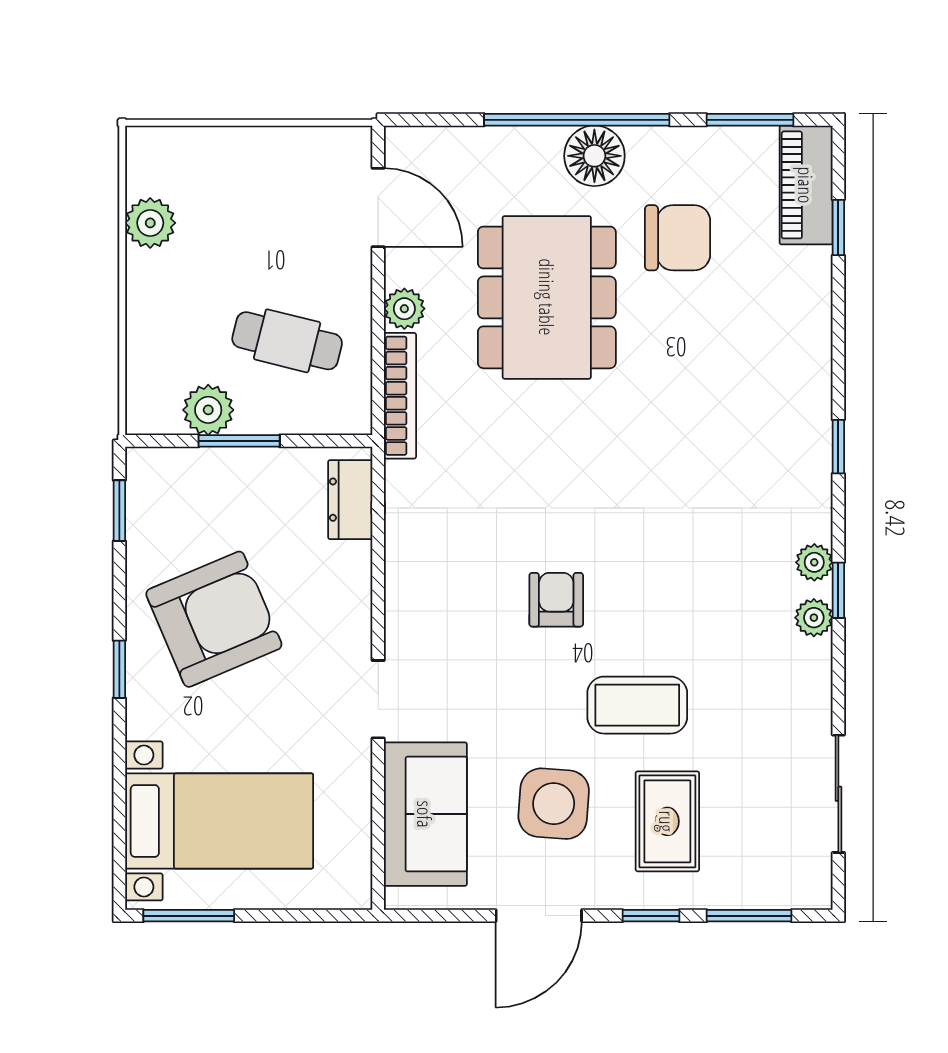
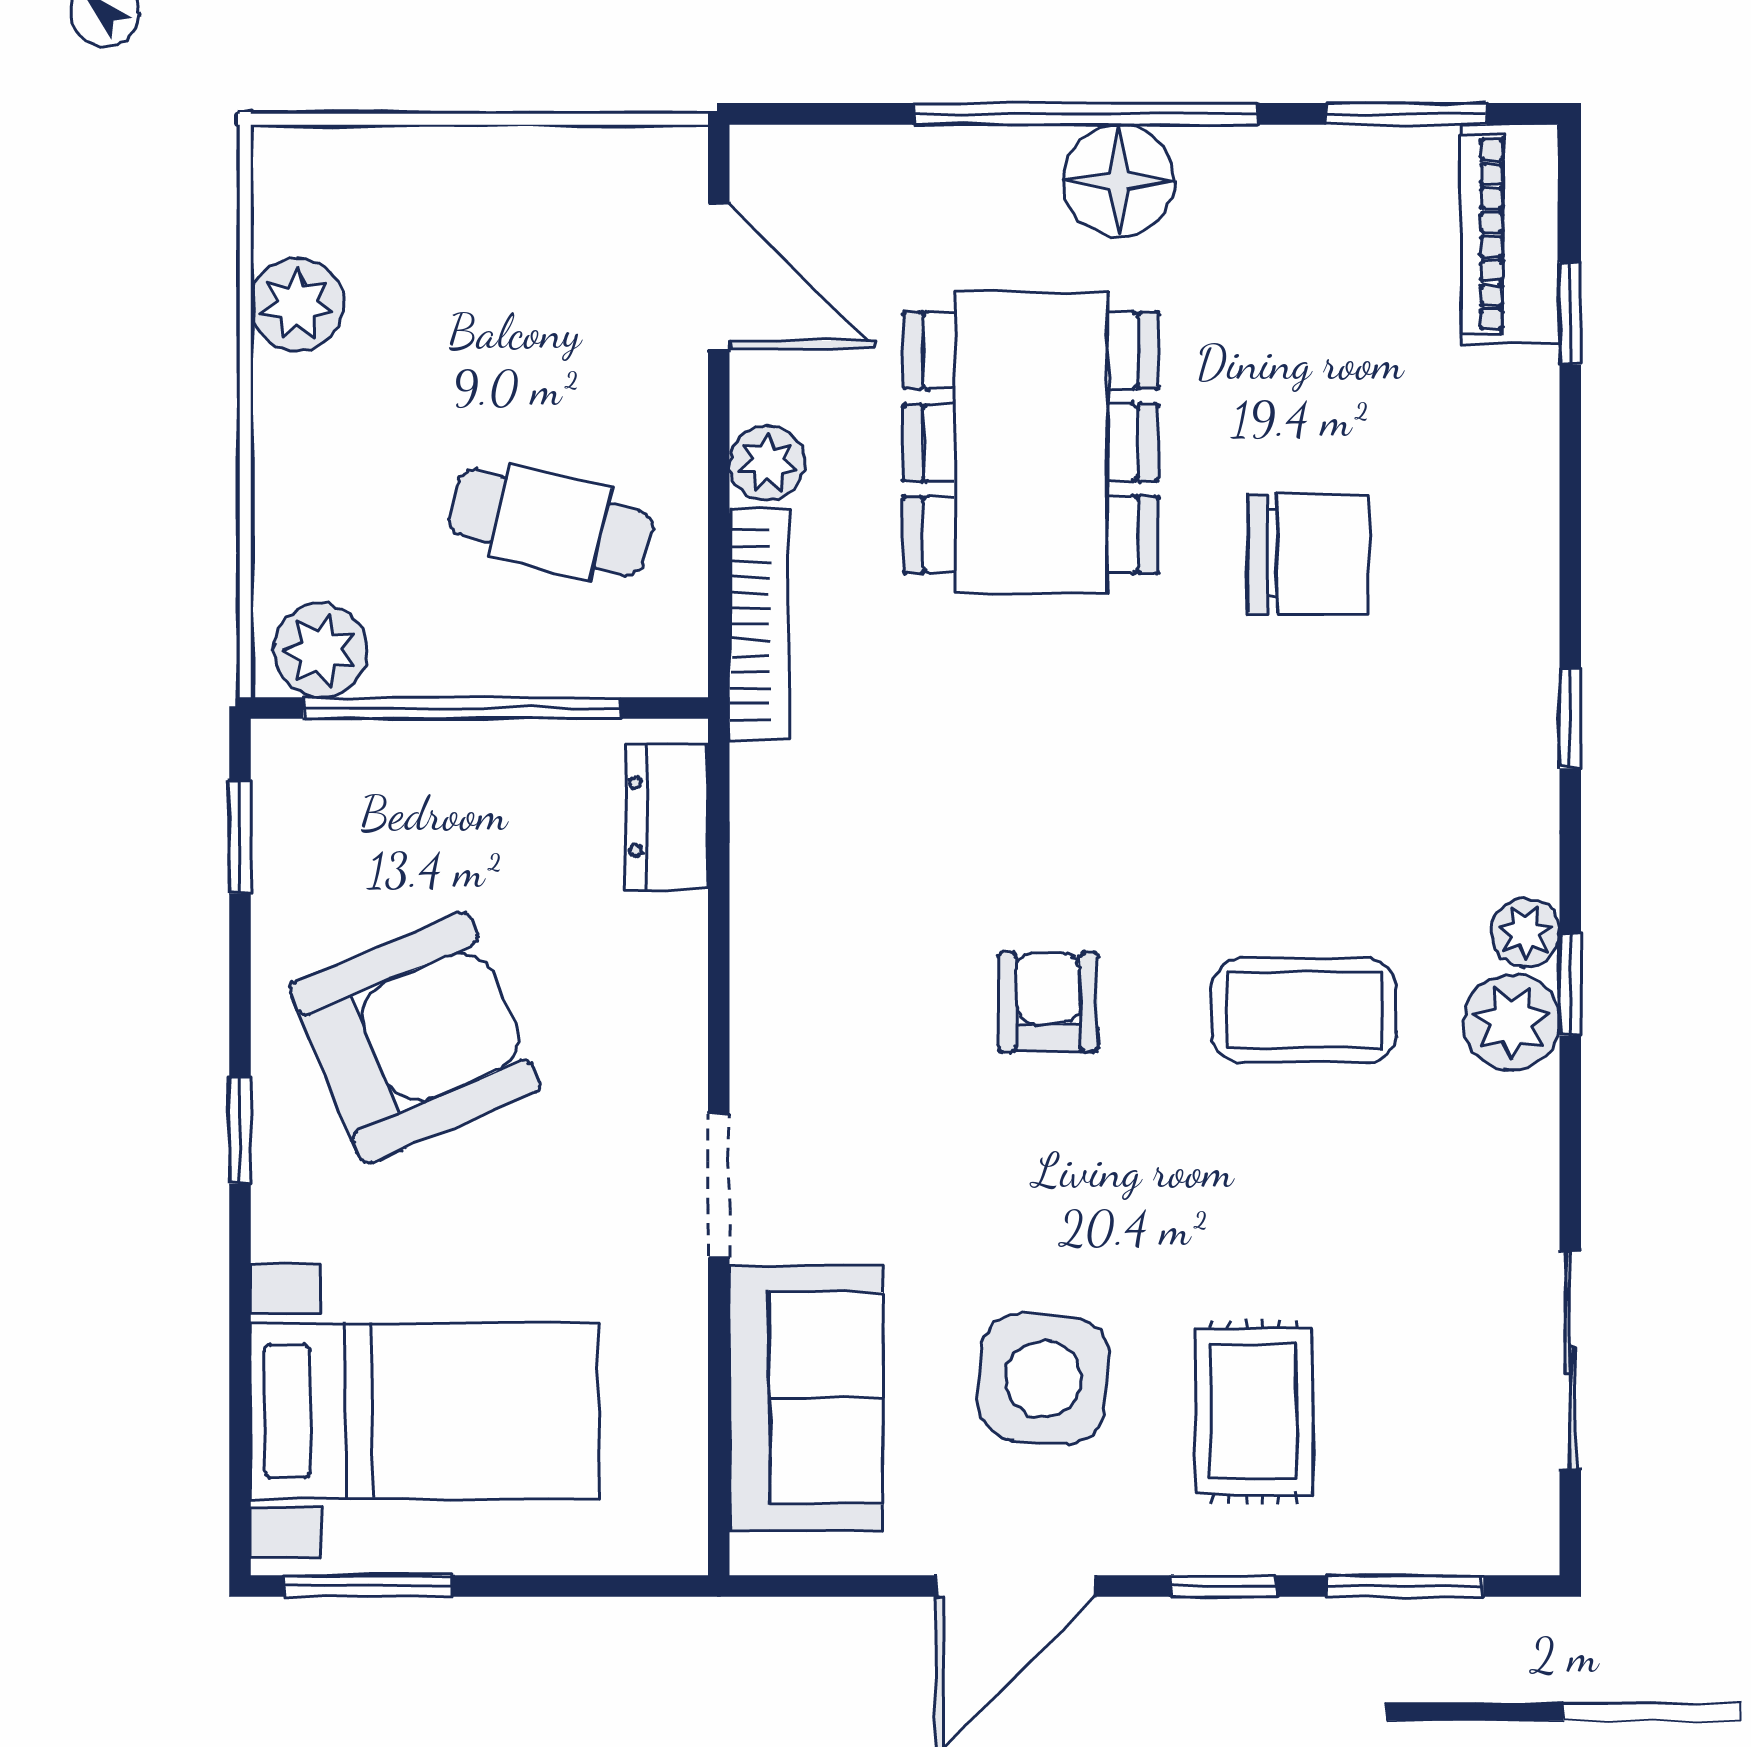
chair: (678, 238) -> (1308, 554), moved
plant: (208, 410) -> (321, 651), moved
window: (239, 441) -> (462, 708), width x2.11
plant: (814, 618) -> (1512, 1022), width x1.38, depth x1.38
coffee table: (637, 705) -> (1304, 1010), moved

